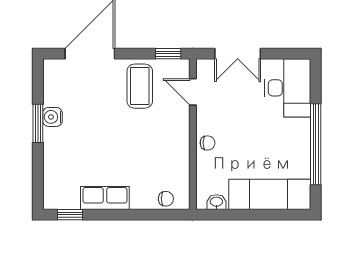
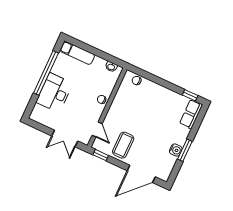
double door: (238, 54) -> (65, 138), swing flipped
desk: (288, 88) -> (54, 93), moved
exam couch: (270, 194) -> (77, 53), width x0.73, depth x0.69
row of seats: (105, 198) -> (191, 114), moved, turned 90

